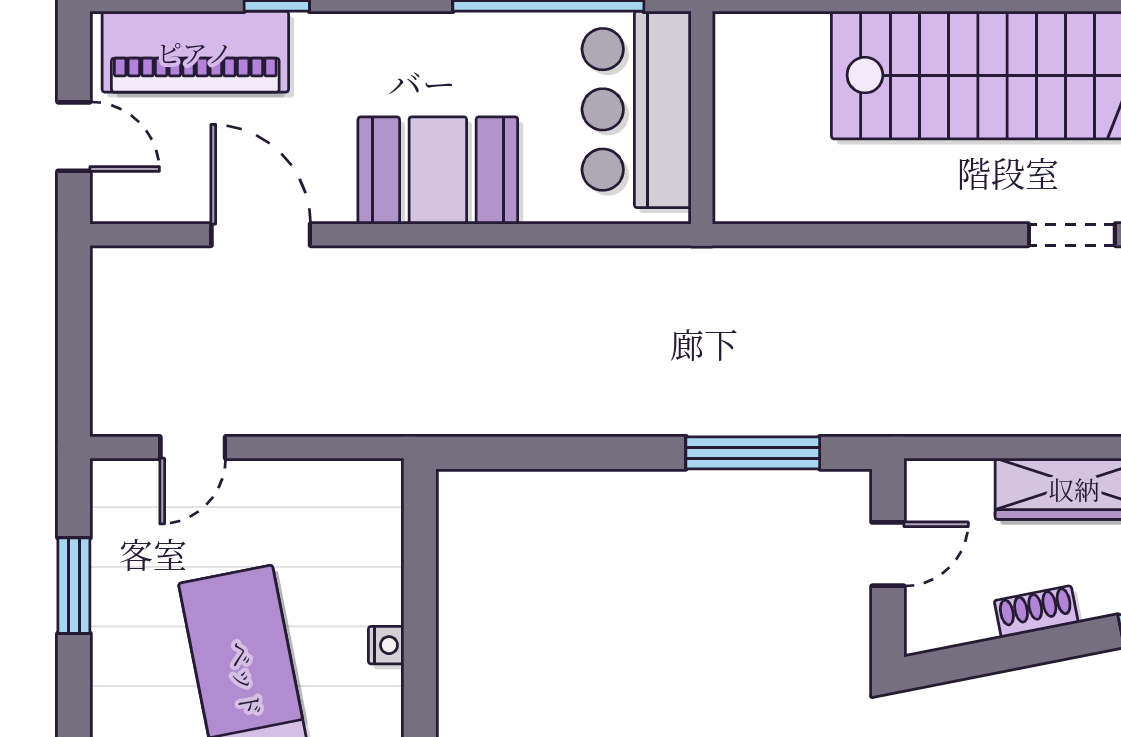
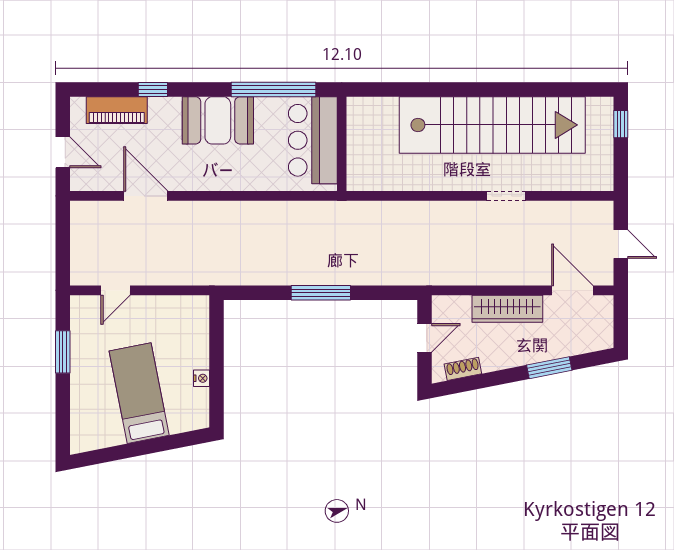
piano: (195, 52) -> (117, 110), width x0.73, depth x0.75
booth: (438, 170) -> (218, 120), moved
window: (753, 453) -> (321, 293), moved
shoe rack: (1036, 612) -> (463, 369), moved

